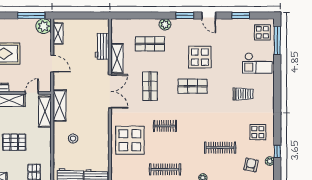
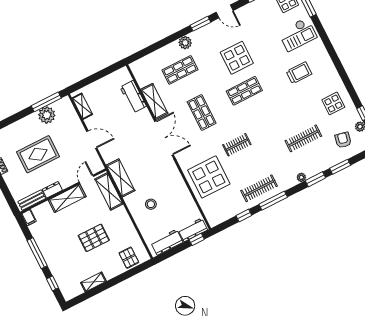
plant: (44, 26) -> (47, 115), moved

